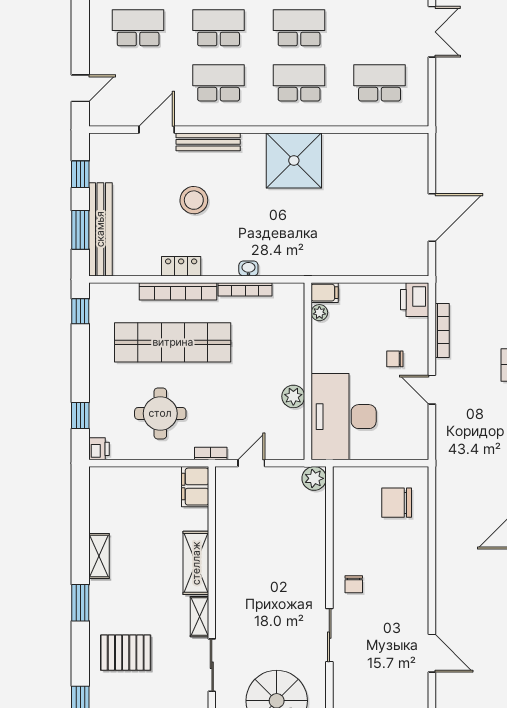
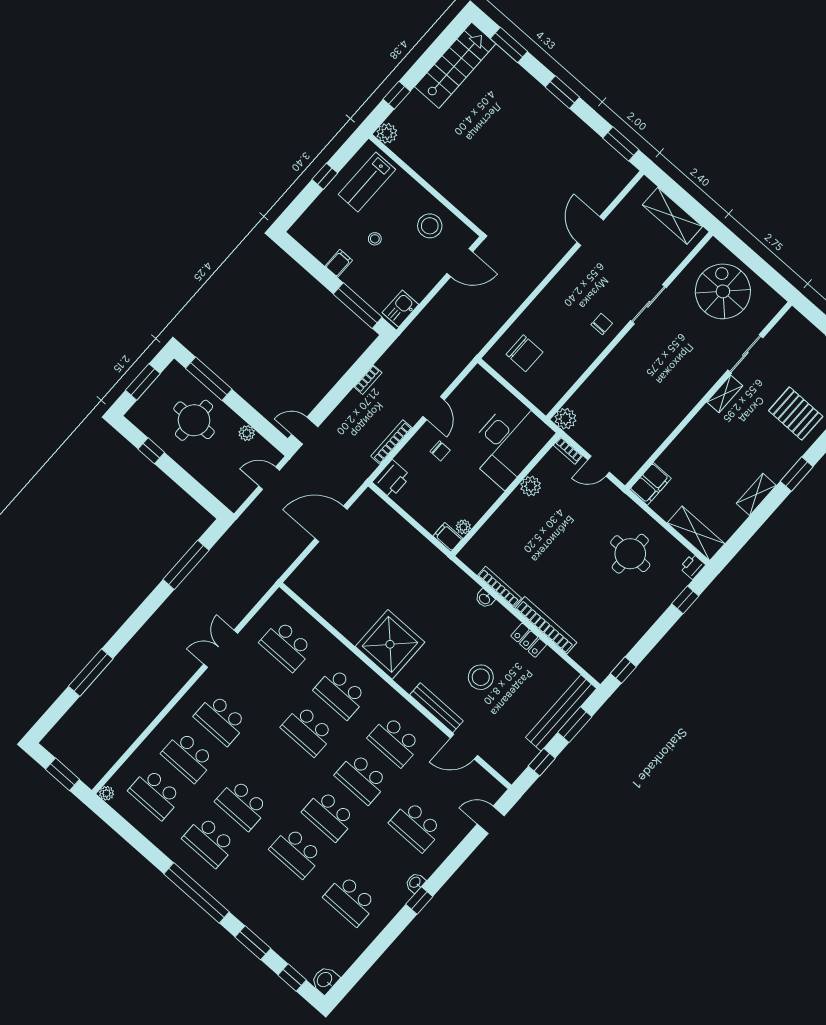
shop shelf: (173, 342) -> (580, 594), removed
bookcase: (211, 454) -> (568, 450), moved
shelving: (196, 563) -> (696, 533), moved, turned 90

